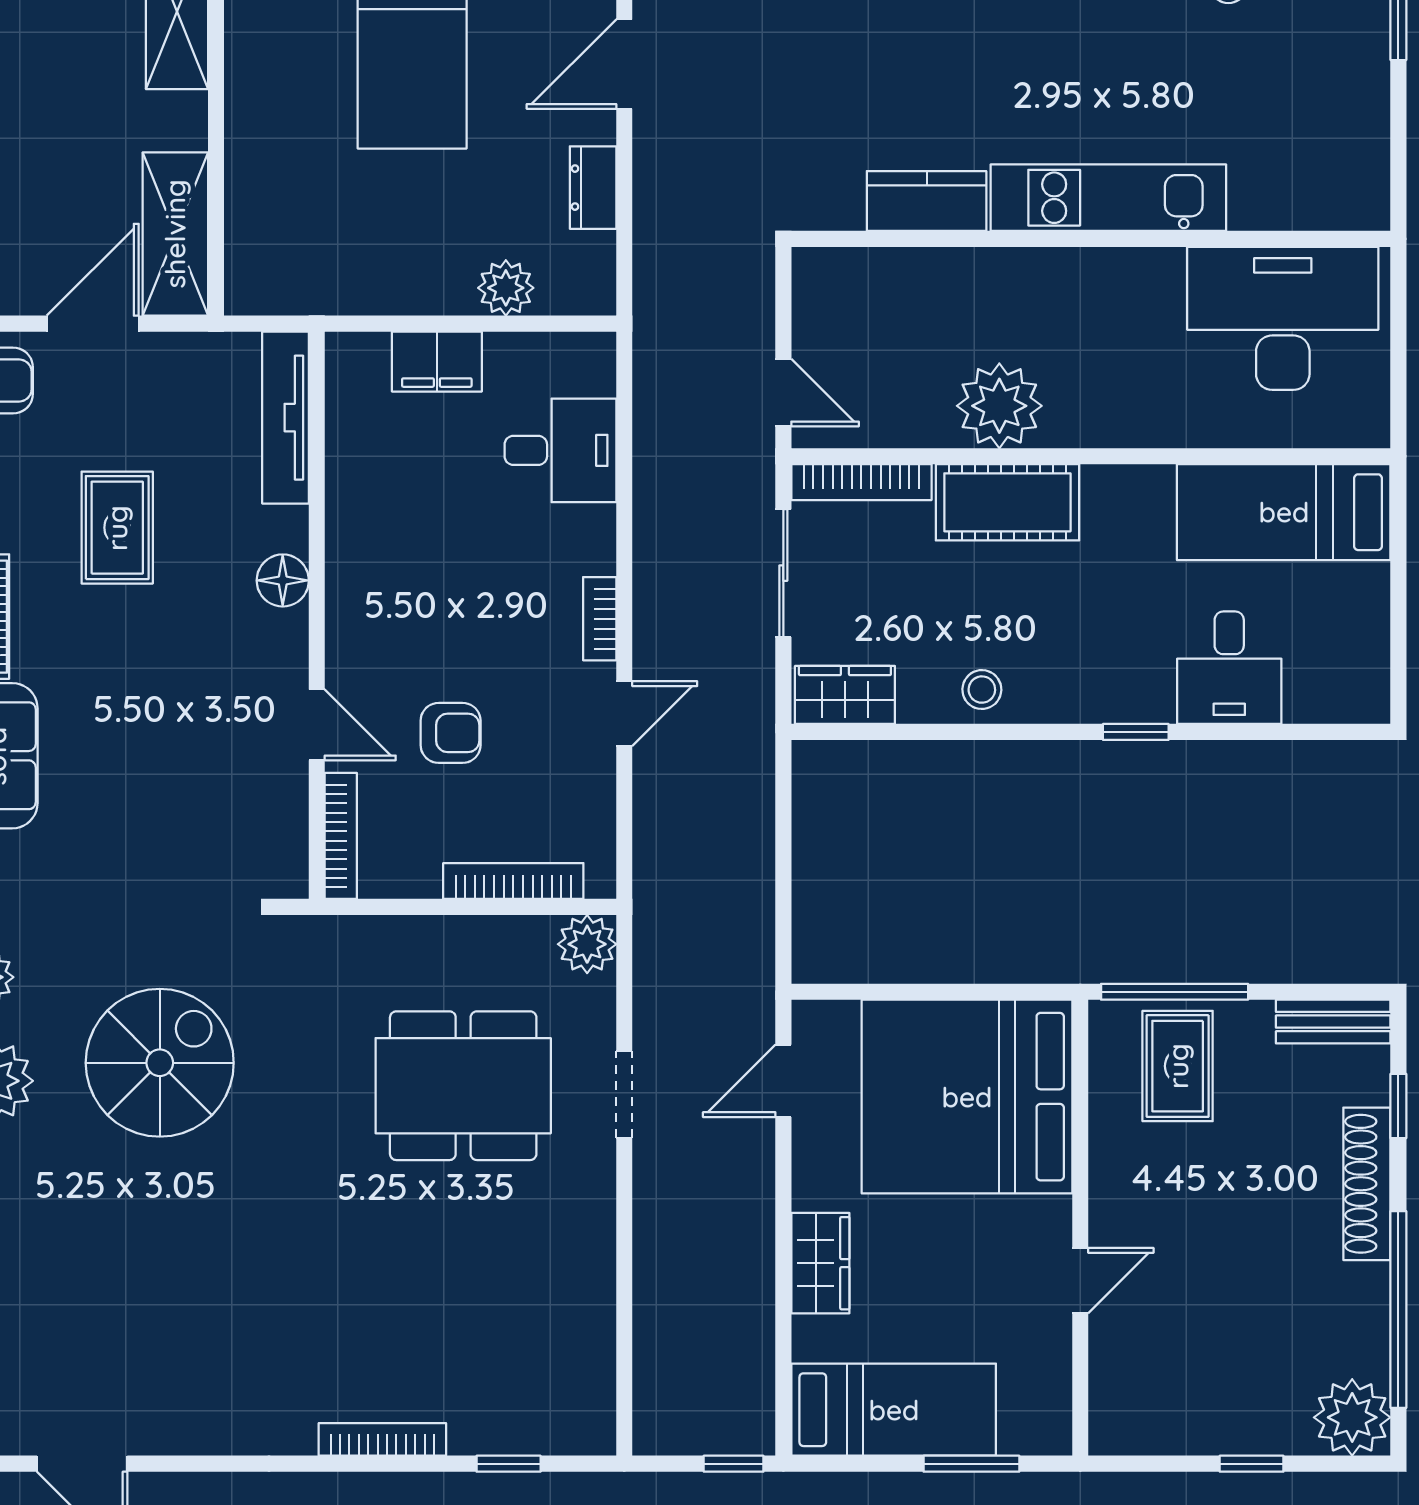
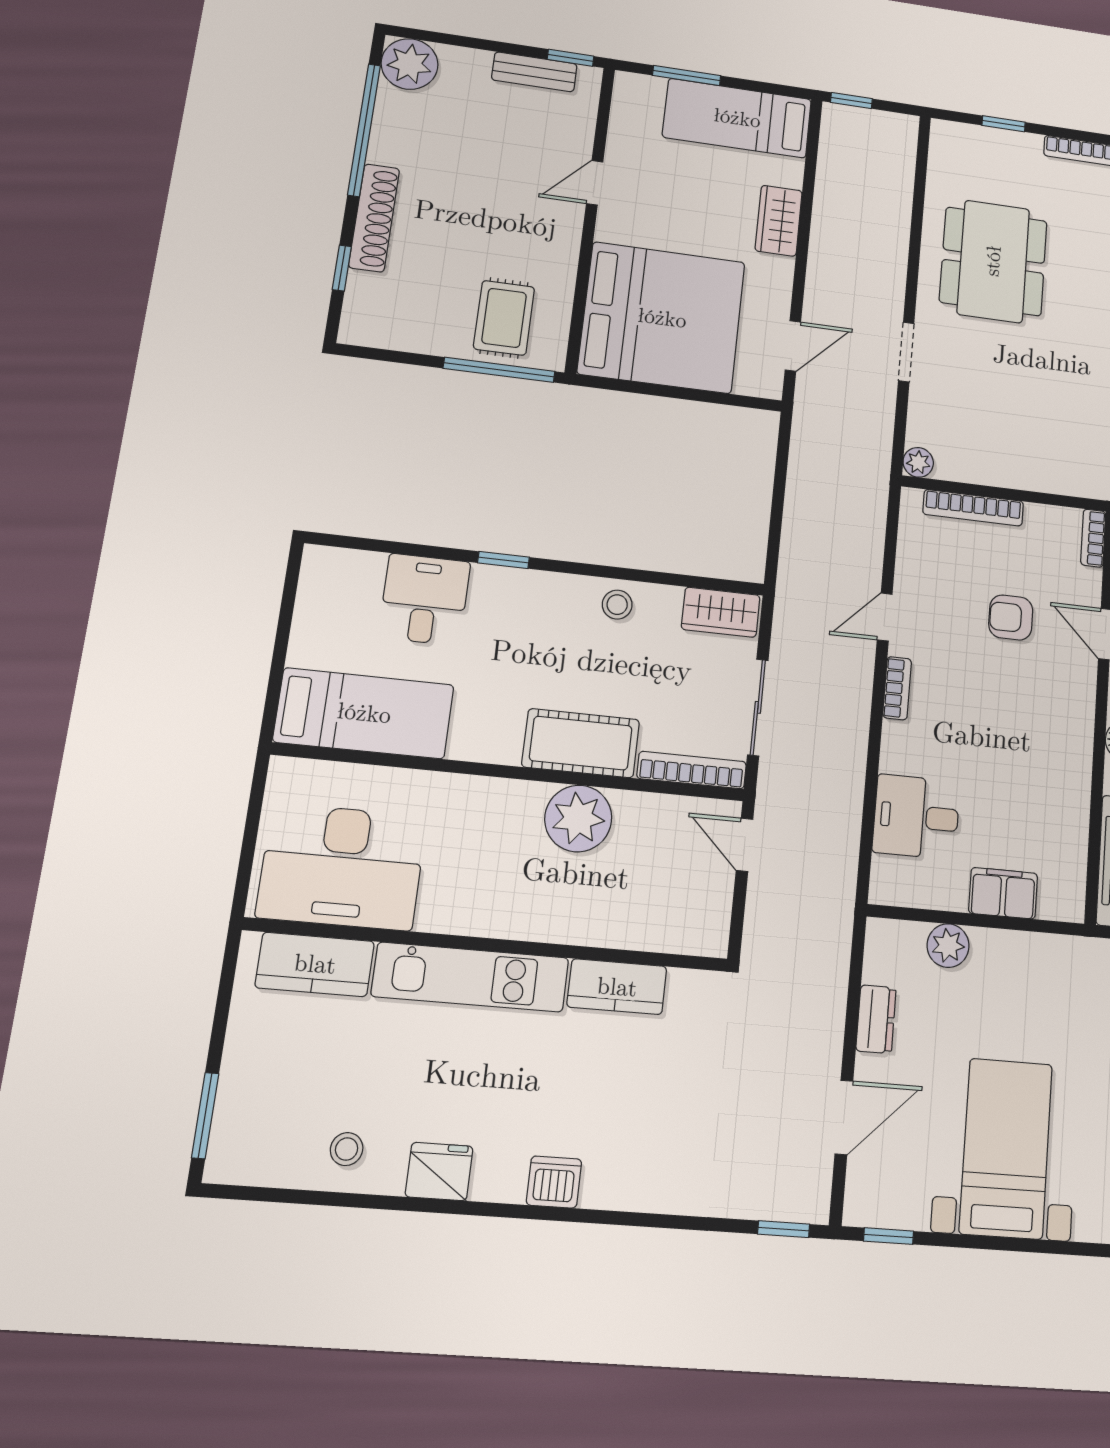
kitchen counter: (1298, 197) -> (315, 964), added
bookcase: (341, 836) -> (1093, 538), width x0.64
plant: (587, 944) -> (918, 462), width x0.73, depth x0.73
bench: (1333, 1022) -> (534, 72), moved
dining table: (463, 1086) -> (993, 261), moved, turned 90
window: (1252, 1464) -> (571, 58), moved

